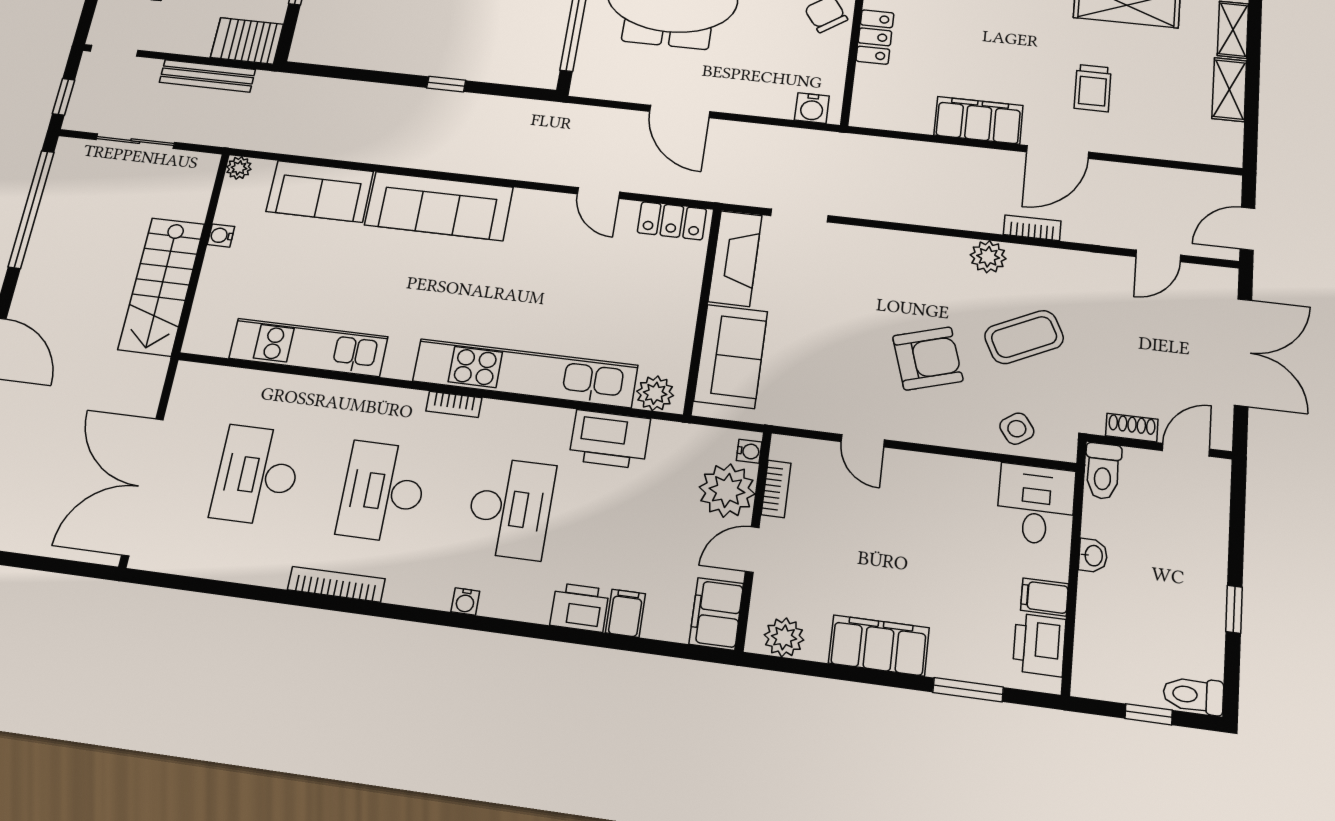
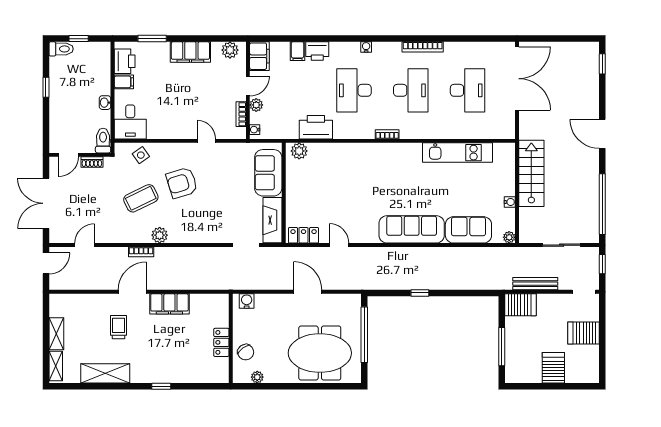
kitchen unit: (525, 373) -> (358, 153), removed
plant: (727, 490) -> (256, 105), width x0.53, depth x0.53

